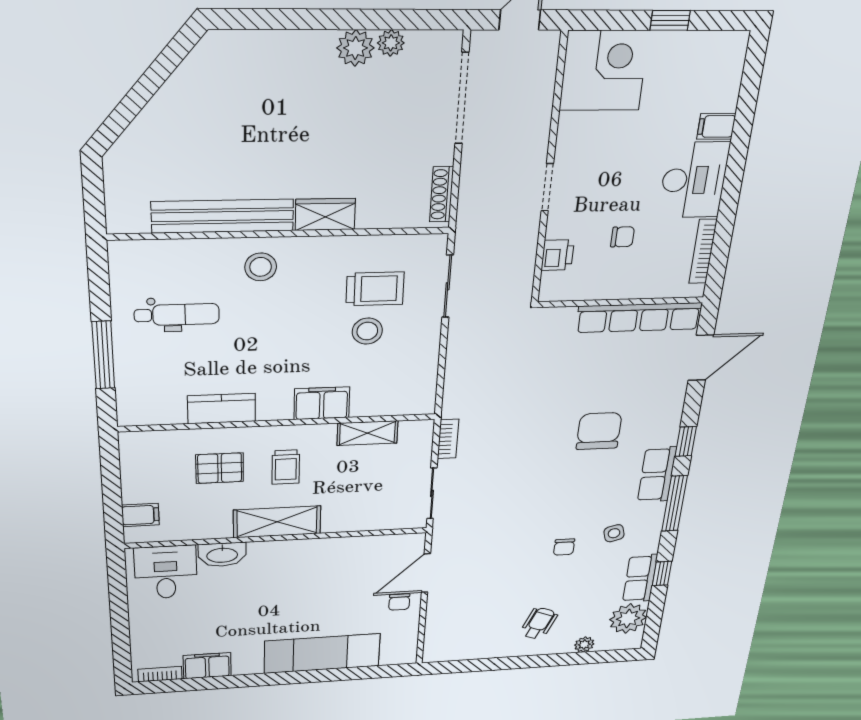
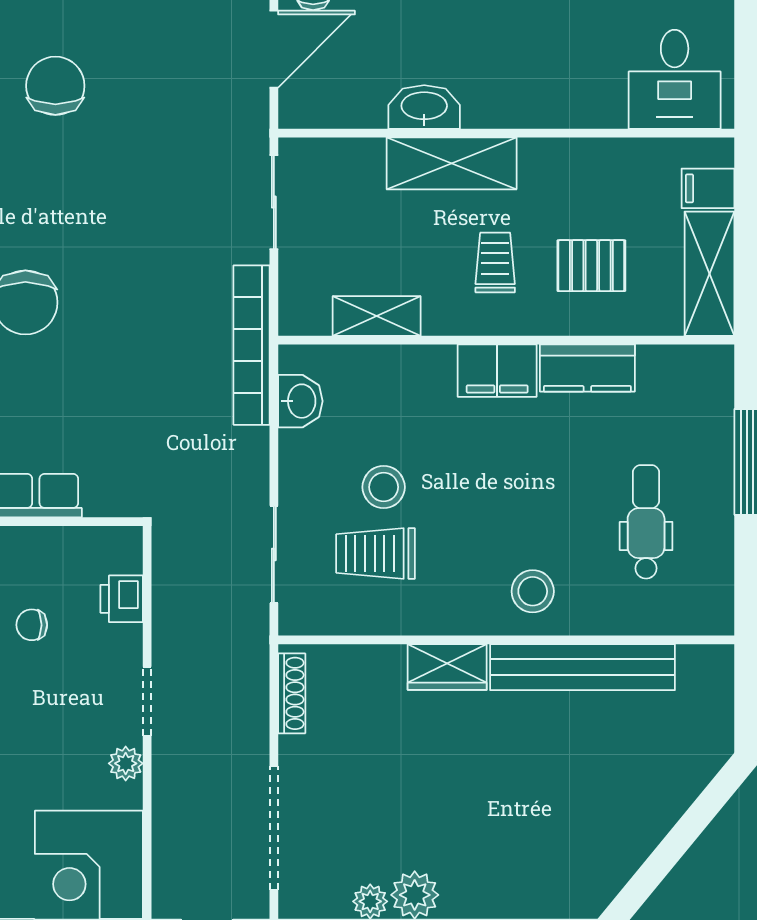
plant: (568, 144) -> (126, 763), added
dental chair: (177, 315) -> (646, 522), turned 90
washbasin: (422, 381) -> (300, 401), added
filing cabinet: (322, 403) -> (497, 371), moved
bookcase: (448, 439) -> (252, 345), width x2.31, depth x1.31
shelving: (137, 467) -> (709, 274), added
shelving: (277, 522) -> (452, 163), moved
chair: (564, 547) -> (55, 86), width x1.87, depth x1.87
washbasin: (222, 555) -> (424, 107), moved

